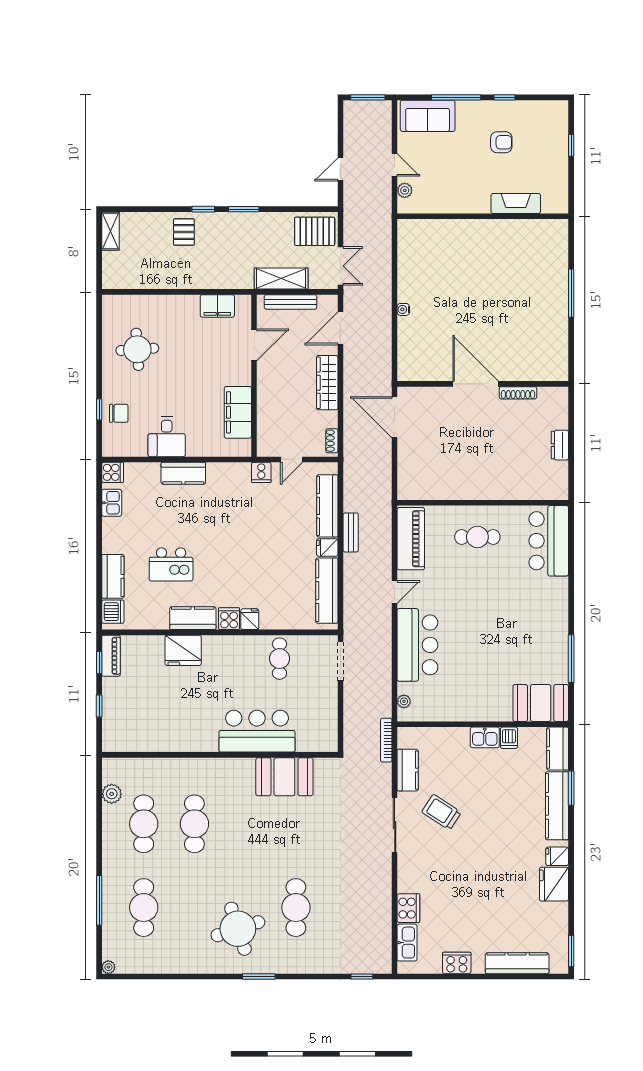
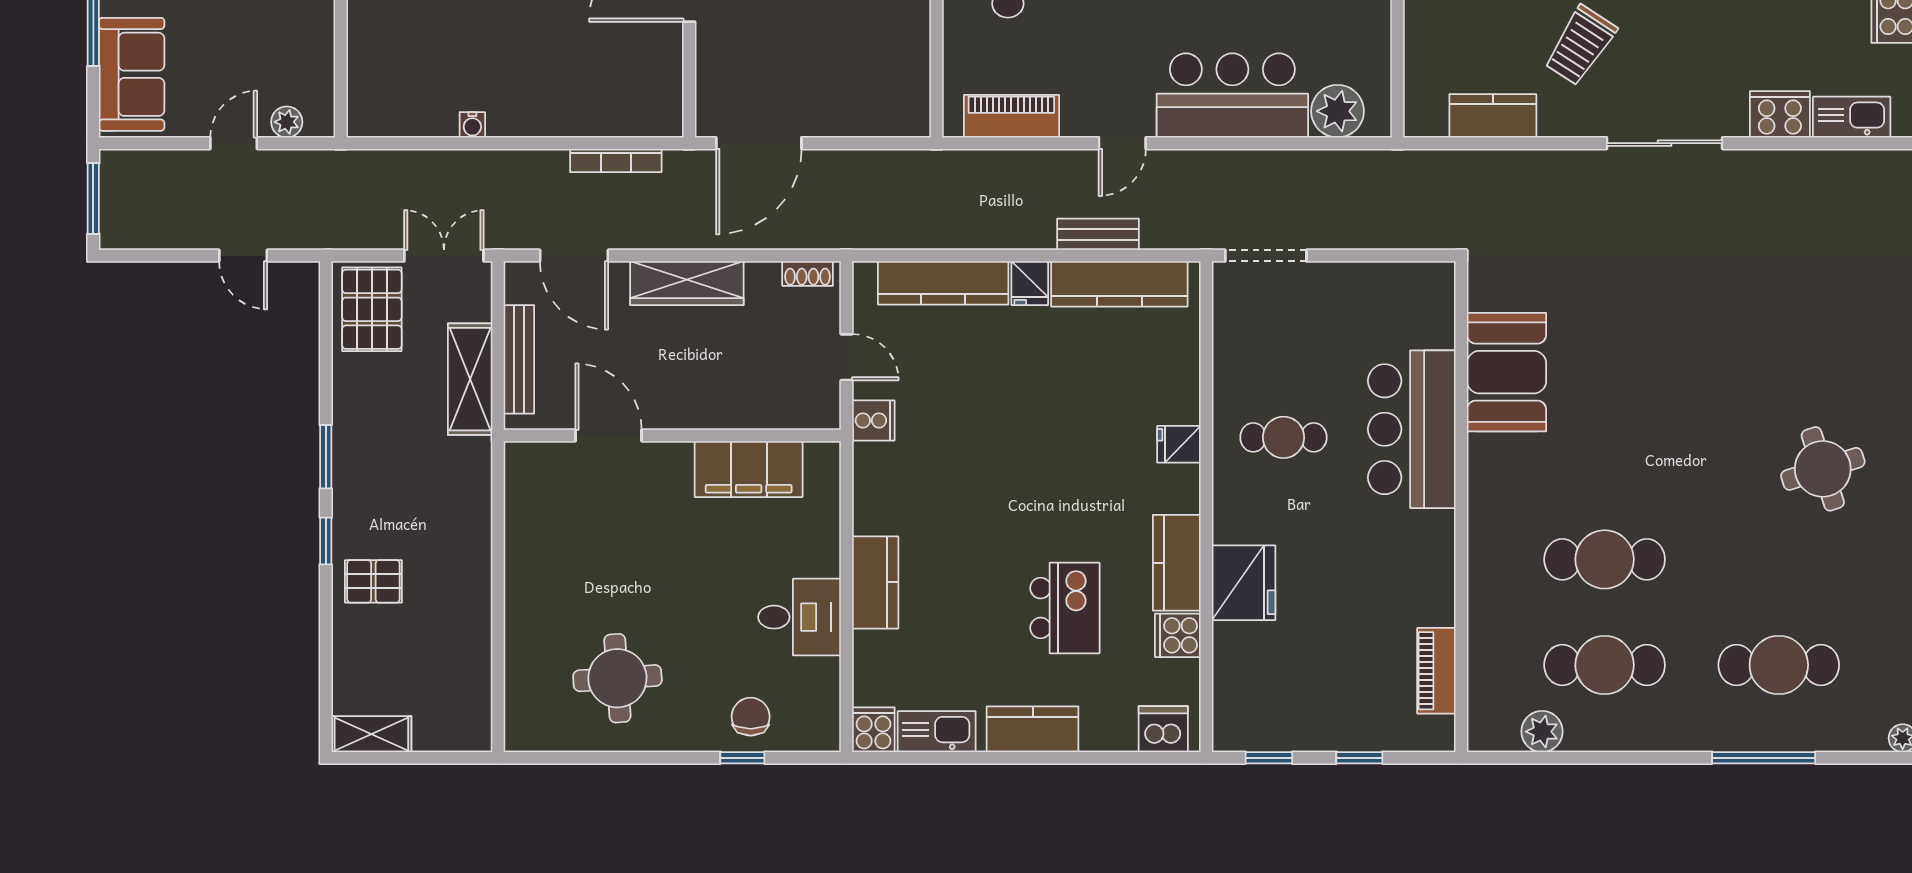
filing cabinet: (217, 306) -> (527, 512), removed
water cooler: (403, 309) -> (472, 125), moved
kitchen sink: (112, 503) -> (937, 732), width x1.38
bench: (351, 532) -> (1098, 234), moved
piano: (411, 539) -> (1011, 116), width x0.73, depth x0.75
kitchen counter: (113, 576) -> (1033, 729), moved
door: (395, 592) -> (1122, 143), swing flipped
cooker: (229, 619) -> (1178, 635), moved
piano: (111, 656) -> (1436, 671), moved, turned -90
cafe table: (279, 659) -> (1283, 437), moved
plant: (404, 701) -> (1337, 111), width x1.88, depth x1.88
bookcase: (386, 740) -> (616, 160), moved
sliding door: (395, 825) -> (1665, 143), moved
cafe table: (296, 908) -> (1779, 348), removed
round table: (238, 929) -> (1823, 469), width x0.73, depth x0.73

